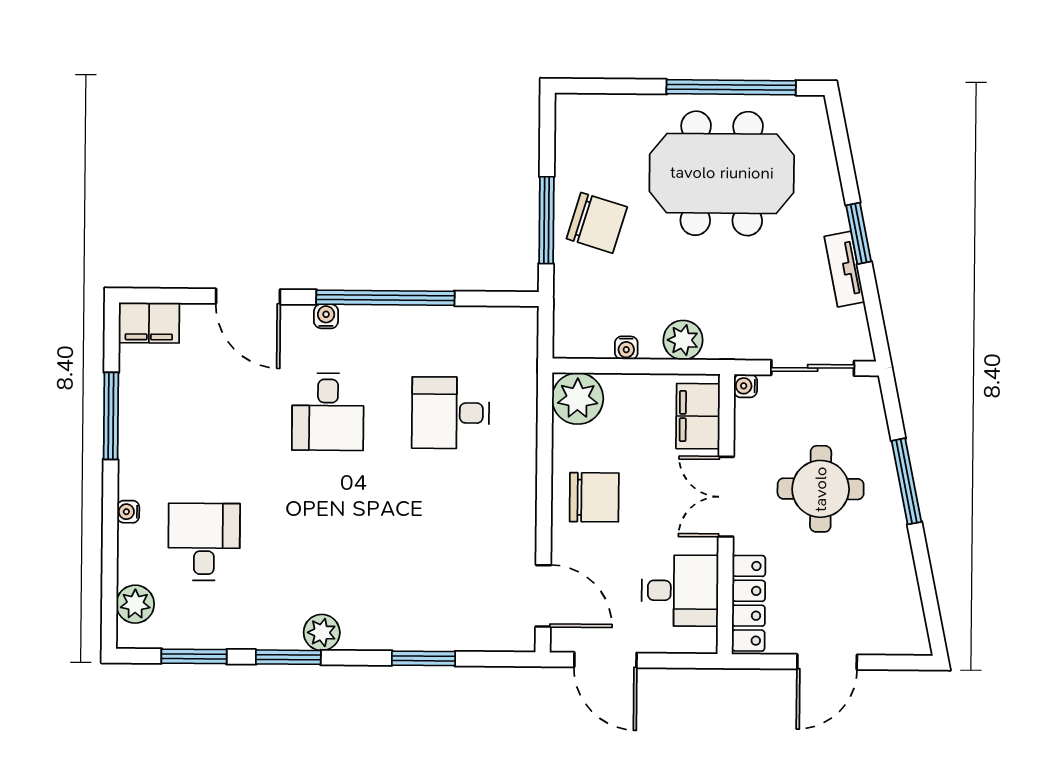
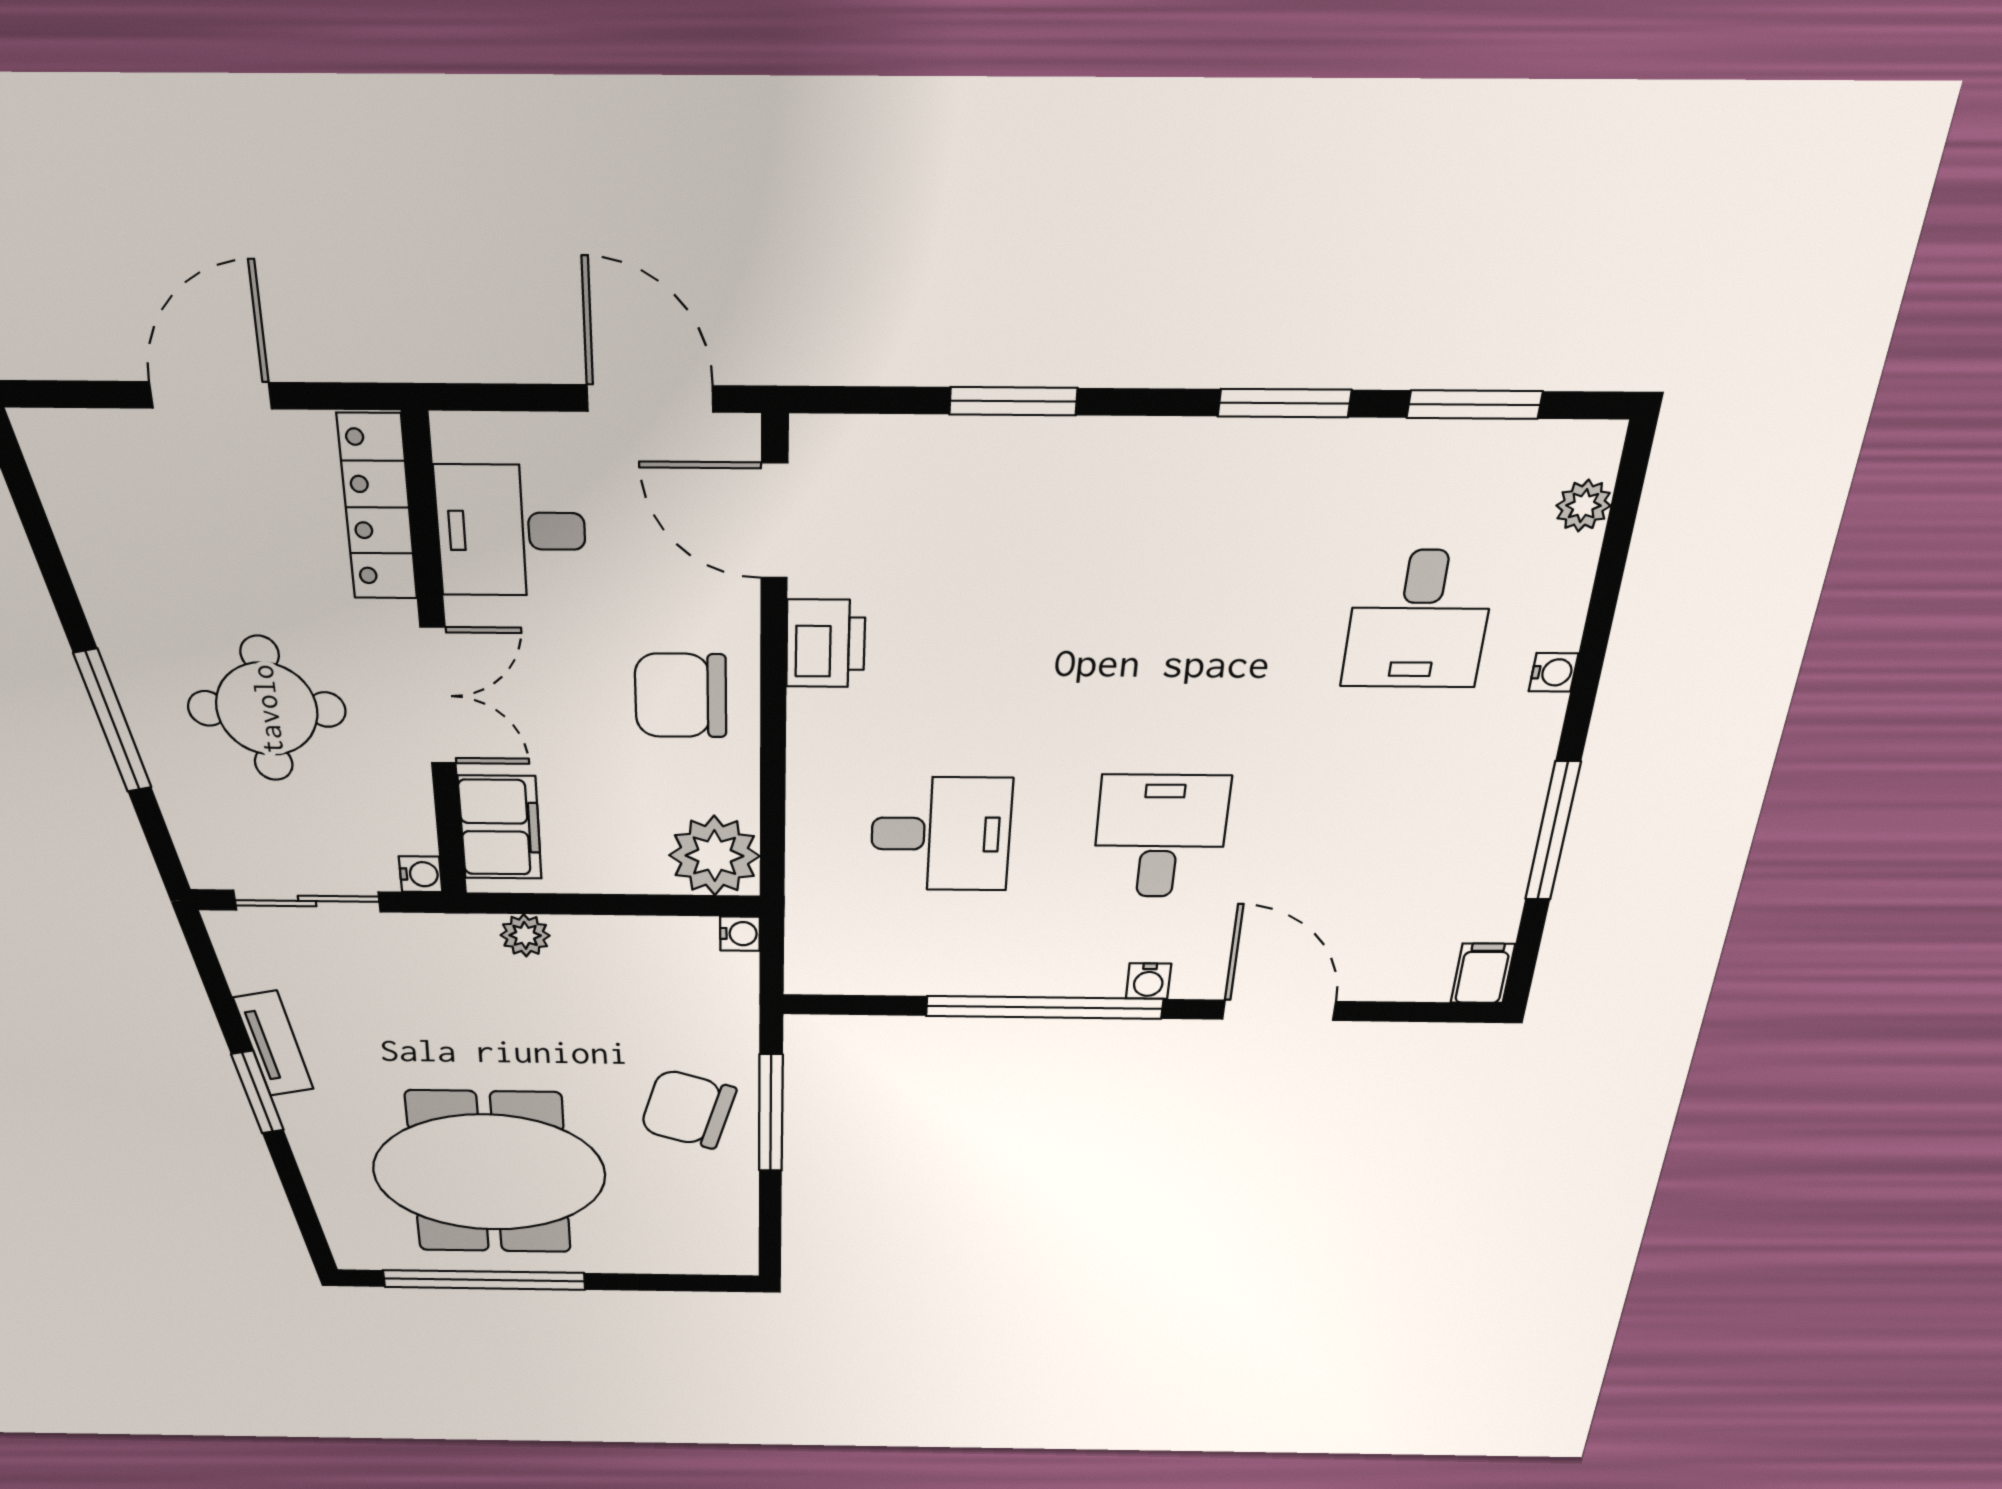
filing cabinet: (149, 323) -> (1483, 973), width x0.50
plant: (683, 340) -> (525, 935), width x0.73, depth x0.73
water cooler: (626, 348) -> (740, 934), moved, turned 90
printer: (516, 528) -> (826, 644), added
plant: (135, 604) -> (1583, 506), width x0.73, depth x0.73
plant: (322, 632) -> (1212, 452), removed

